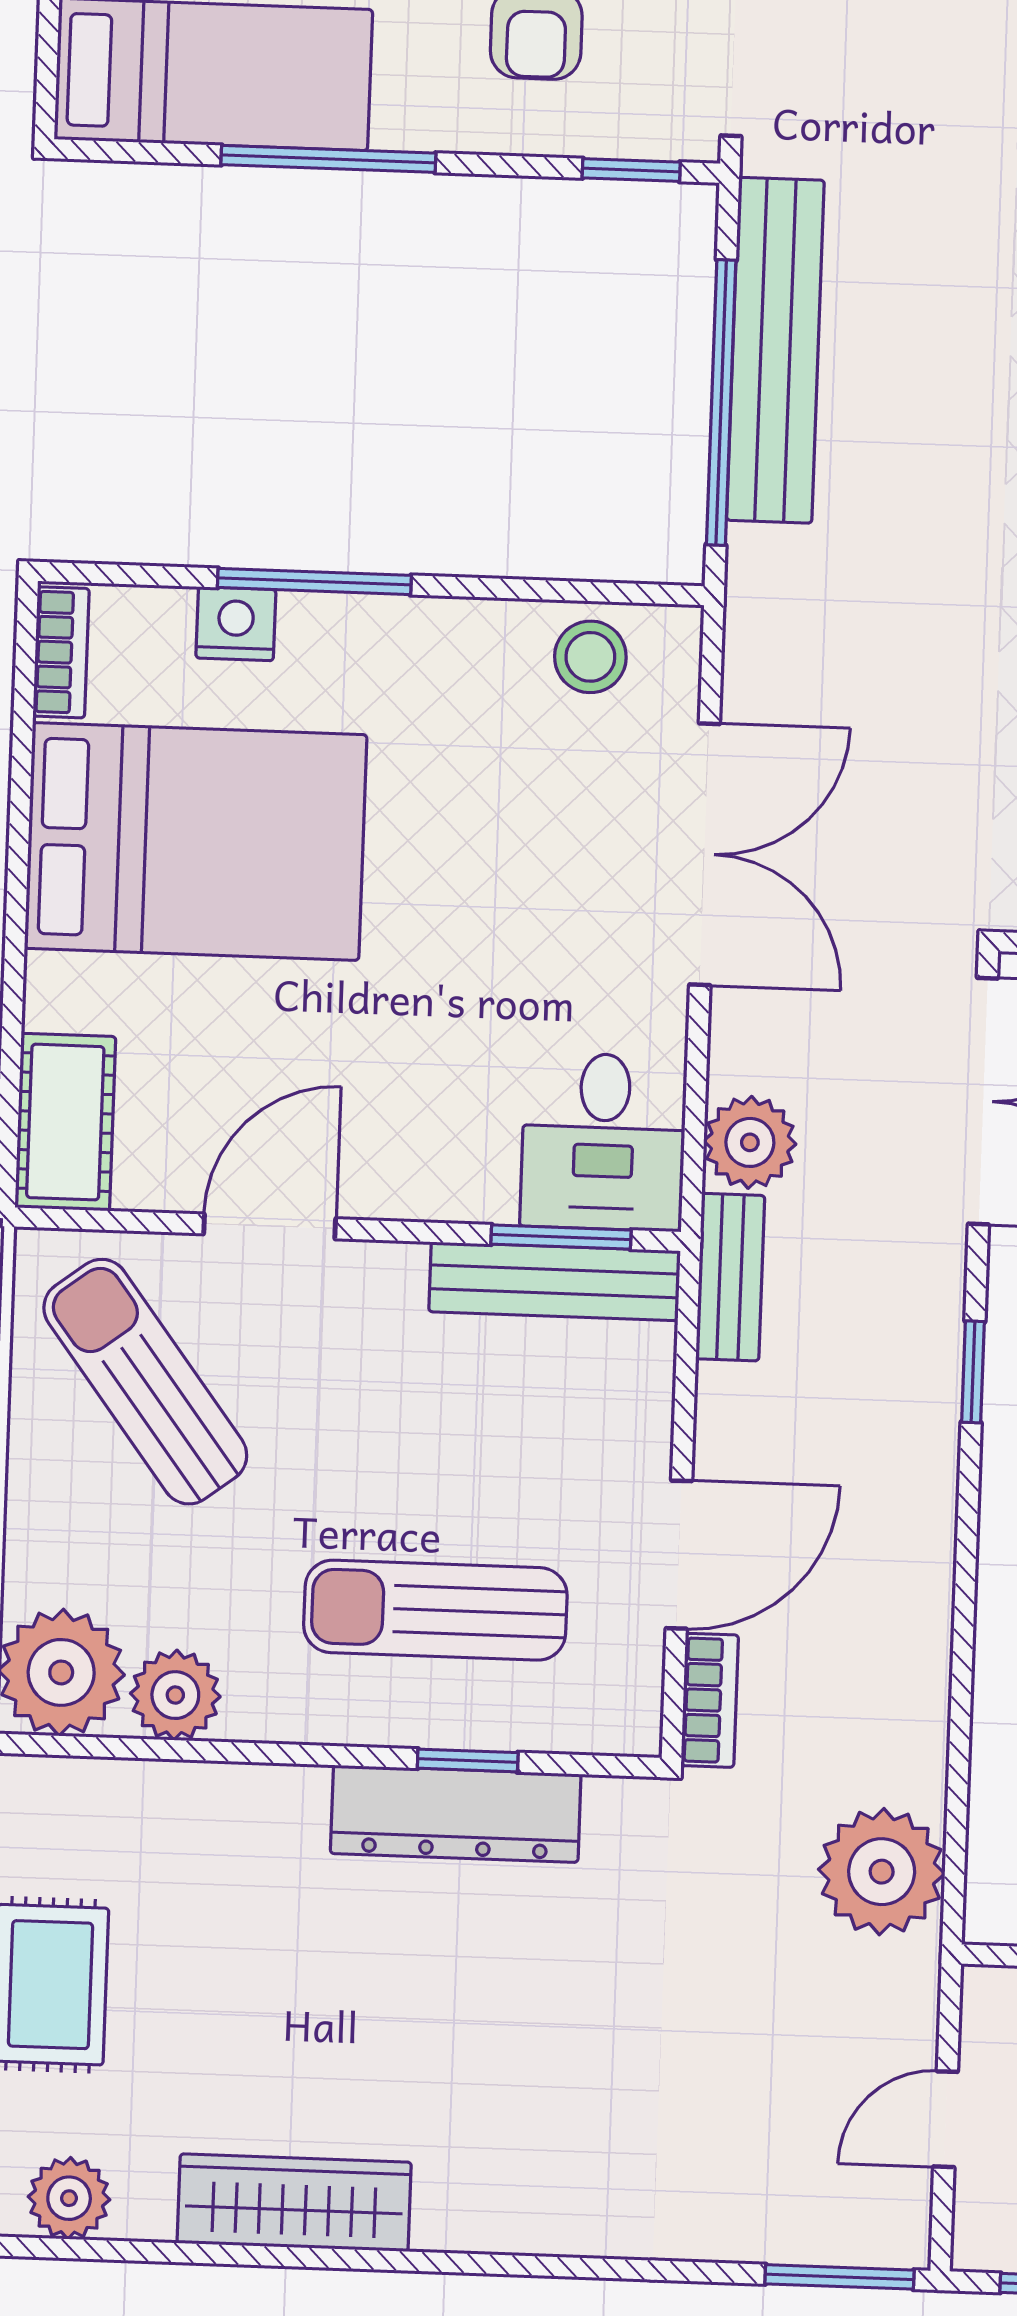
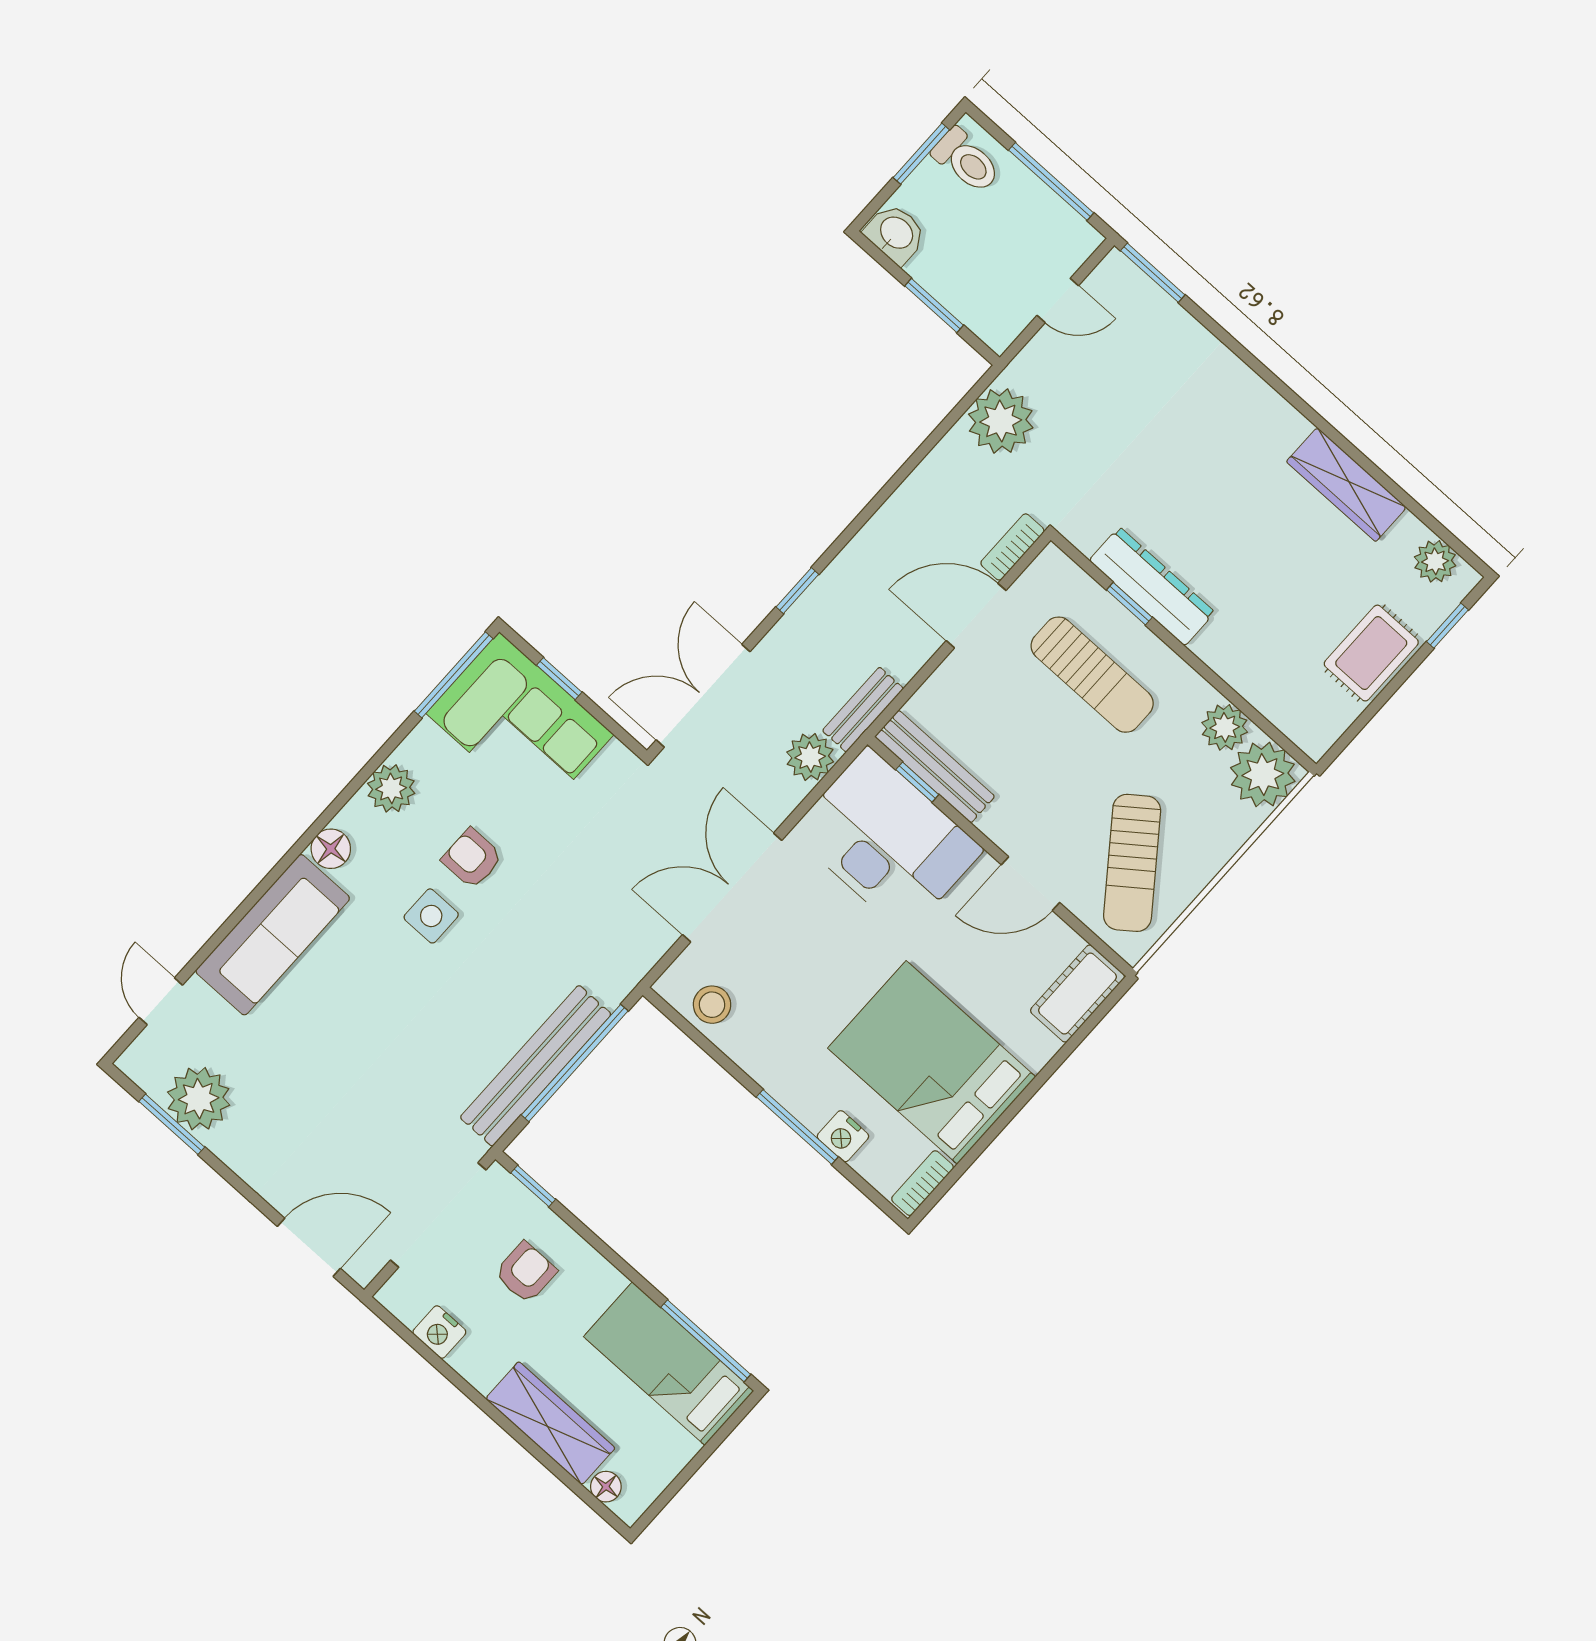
window: (328, 159) -> (706, 1341), moved
desk: (603, 1142) -> (887, 841), width x1.87, depth x1.30
window: (561, 1237) -> (917, 782), width x0.67

